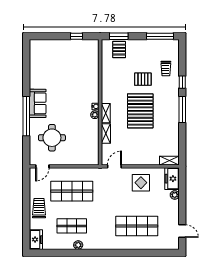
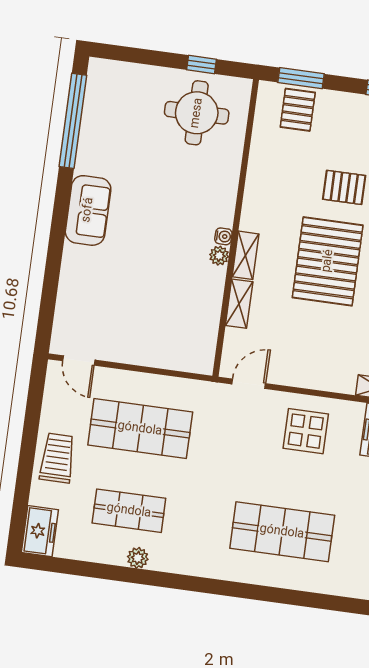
window: (26, 116) -> (73, 121), moved
round table: (52, 138) -> (197, 113), moved
door: (42, 166) -> (79, 360), hinge flipped

